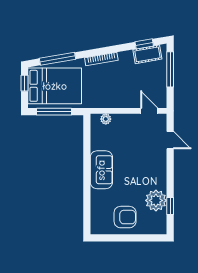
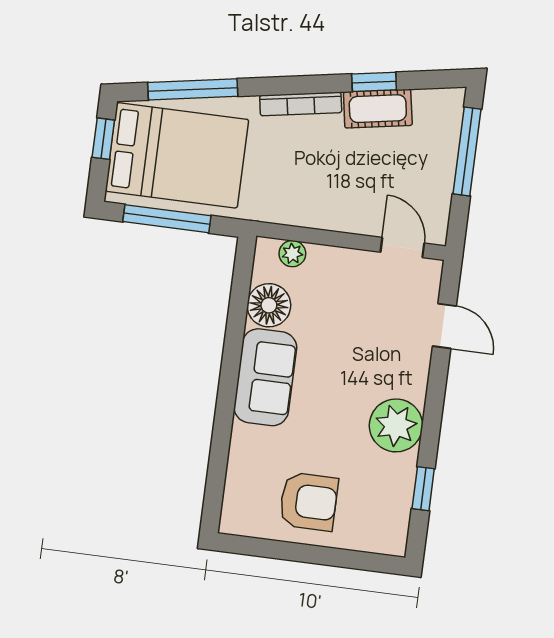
window: (144, 44) -> (374, 82), moved
cot: (147, 54) -> (378, 109), moved
floor lamp: (99, 141) -> (269, 305), added
plant: (156, 200) -> (396, 425), moved

